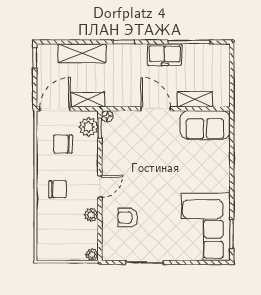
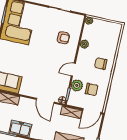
door: (156, 109) -> (45, 101), moved
plant: (89, 127) -> (77, 85), moved
door: (100, 186) -> (73, 70), moved

